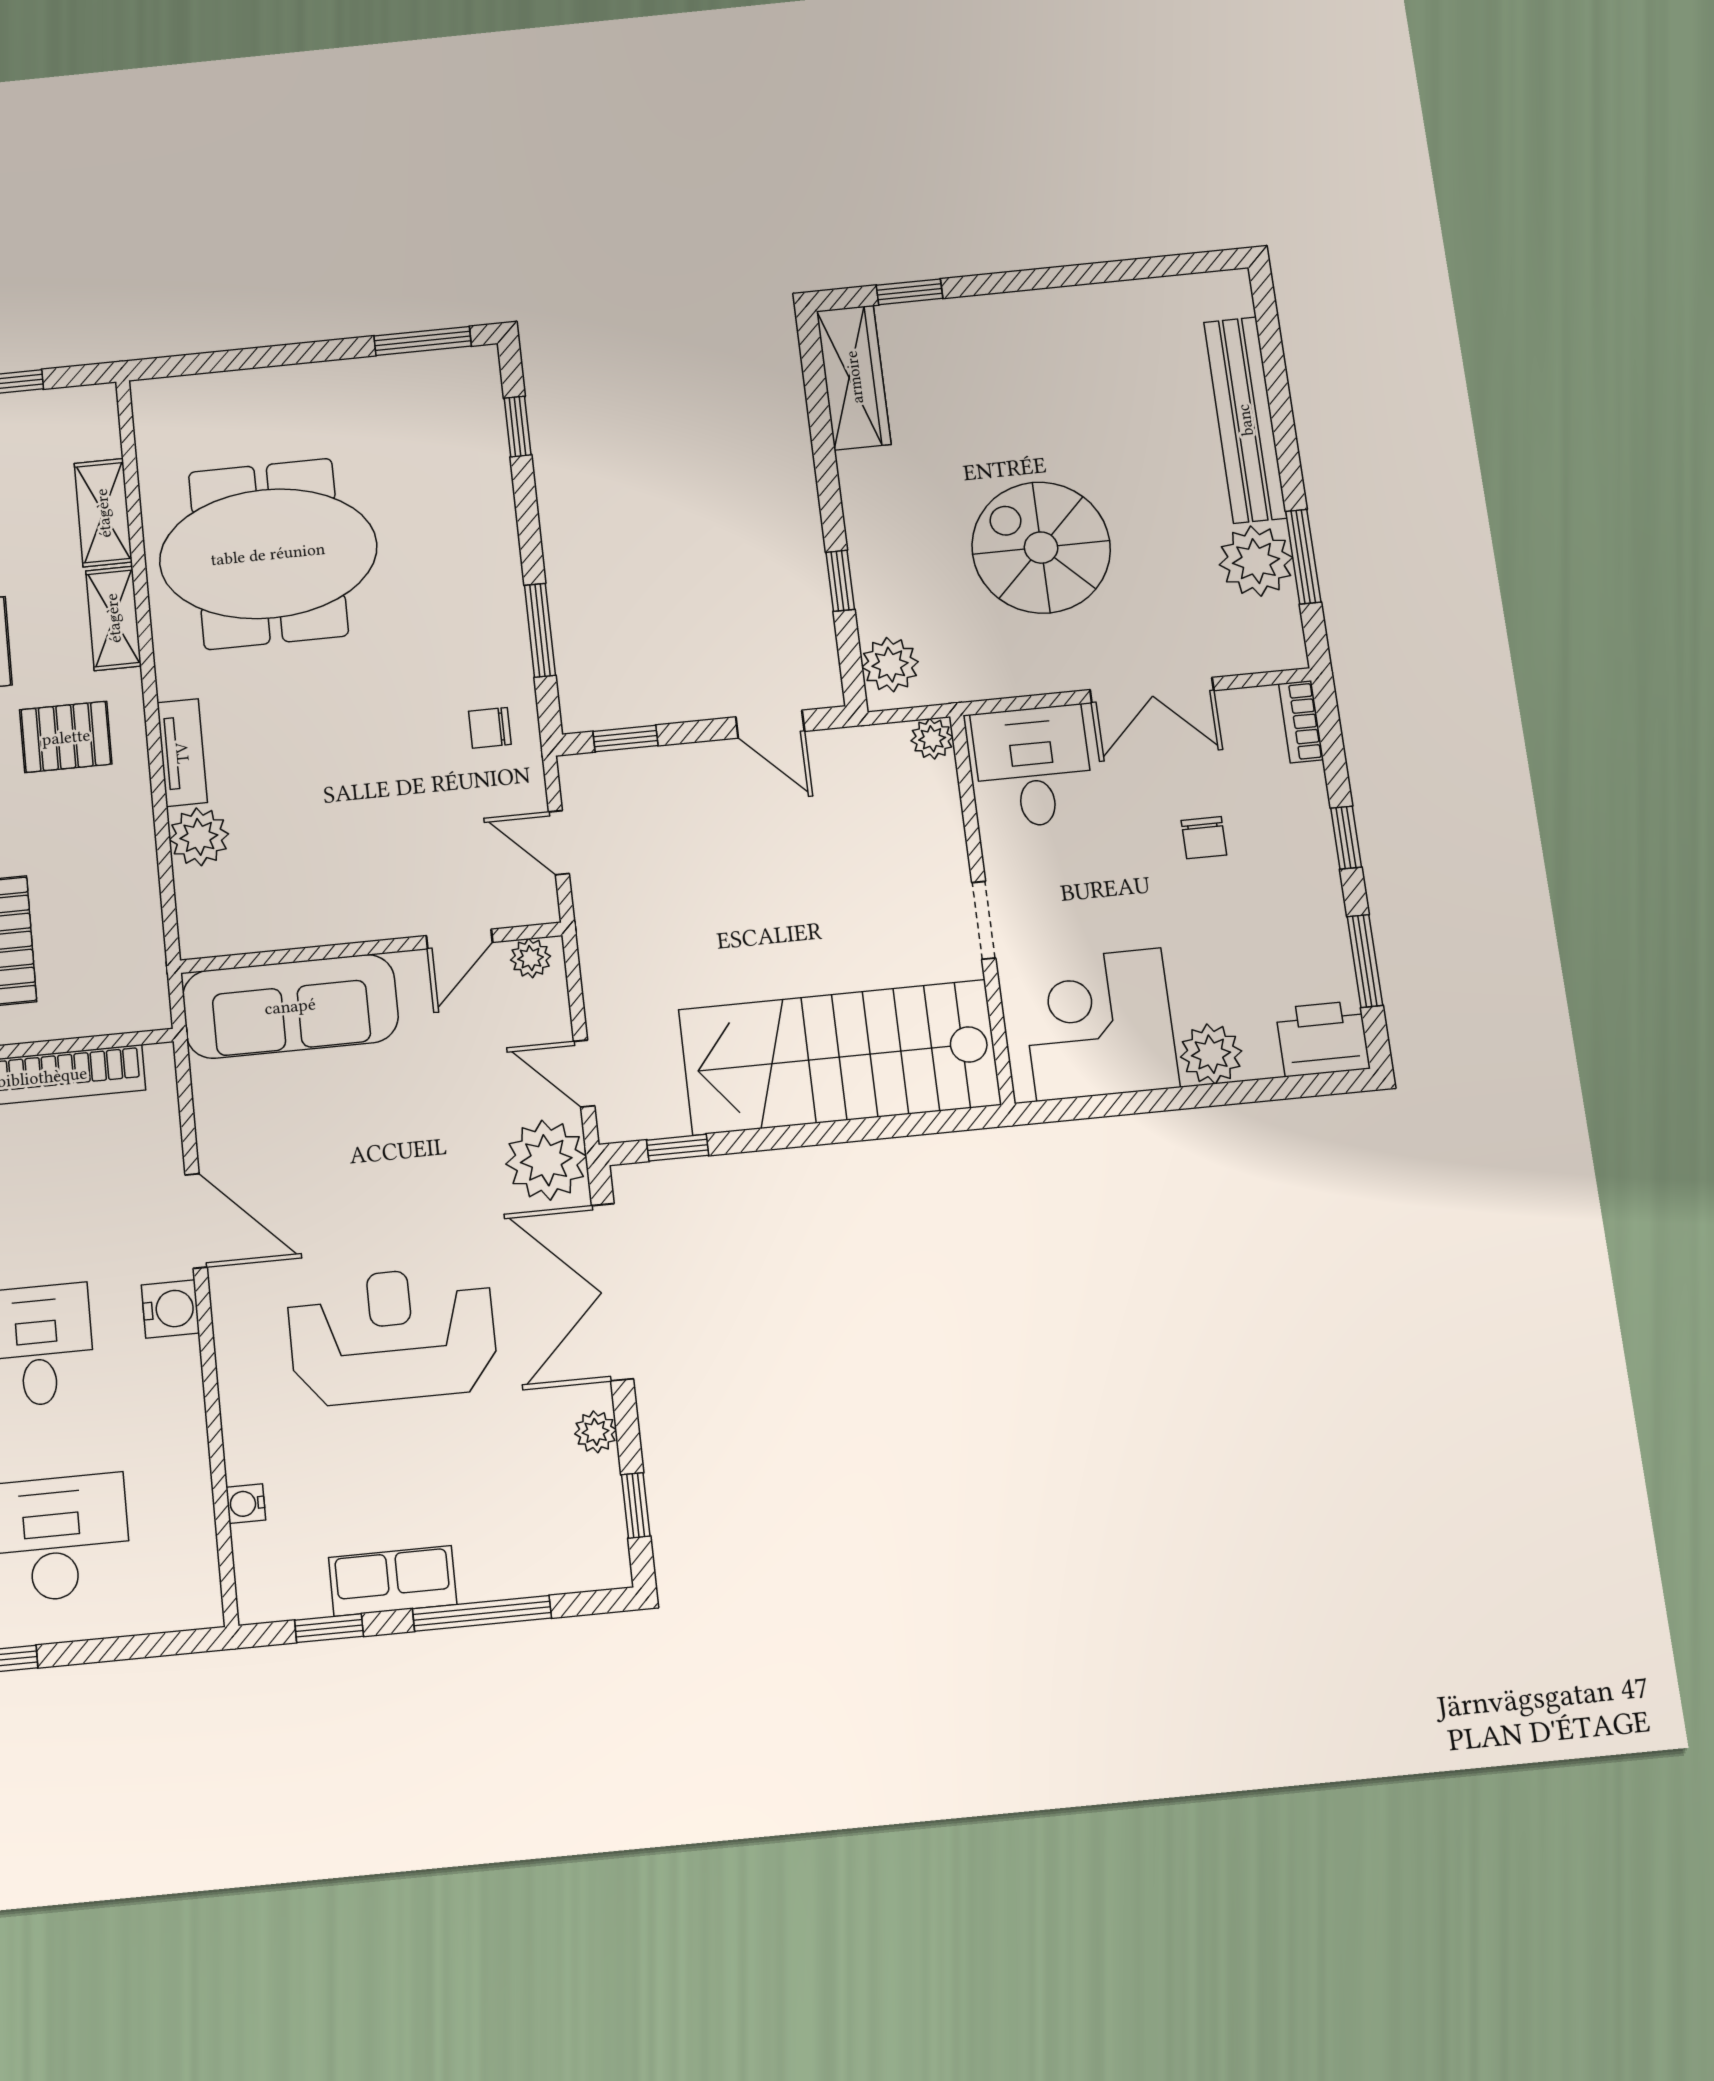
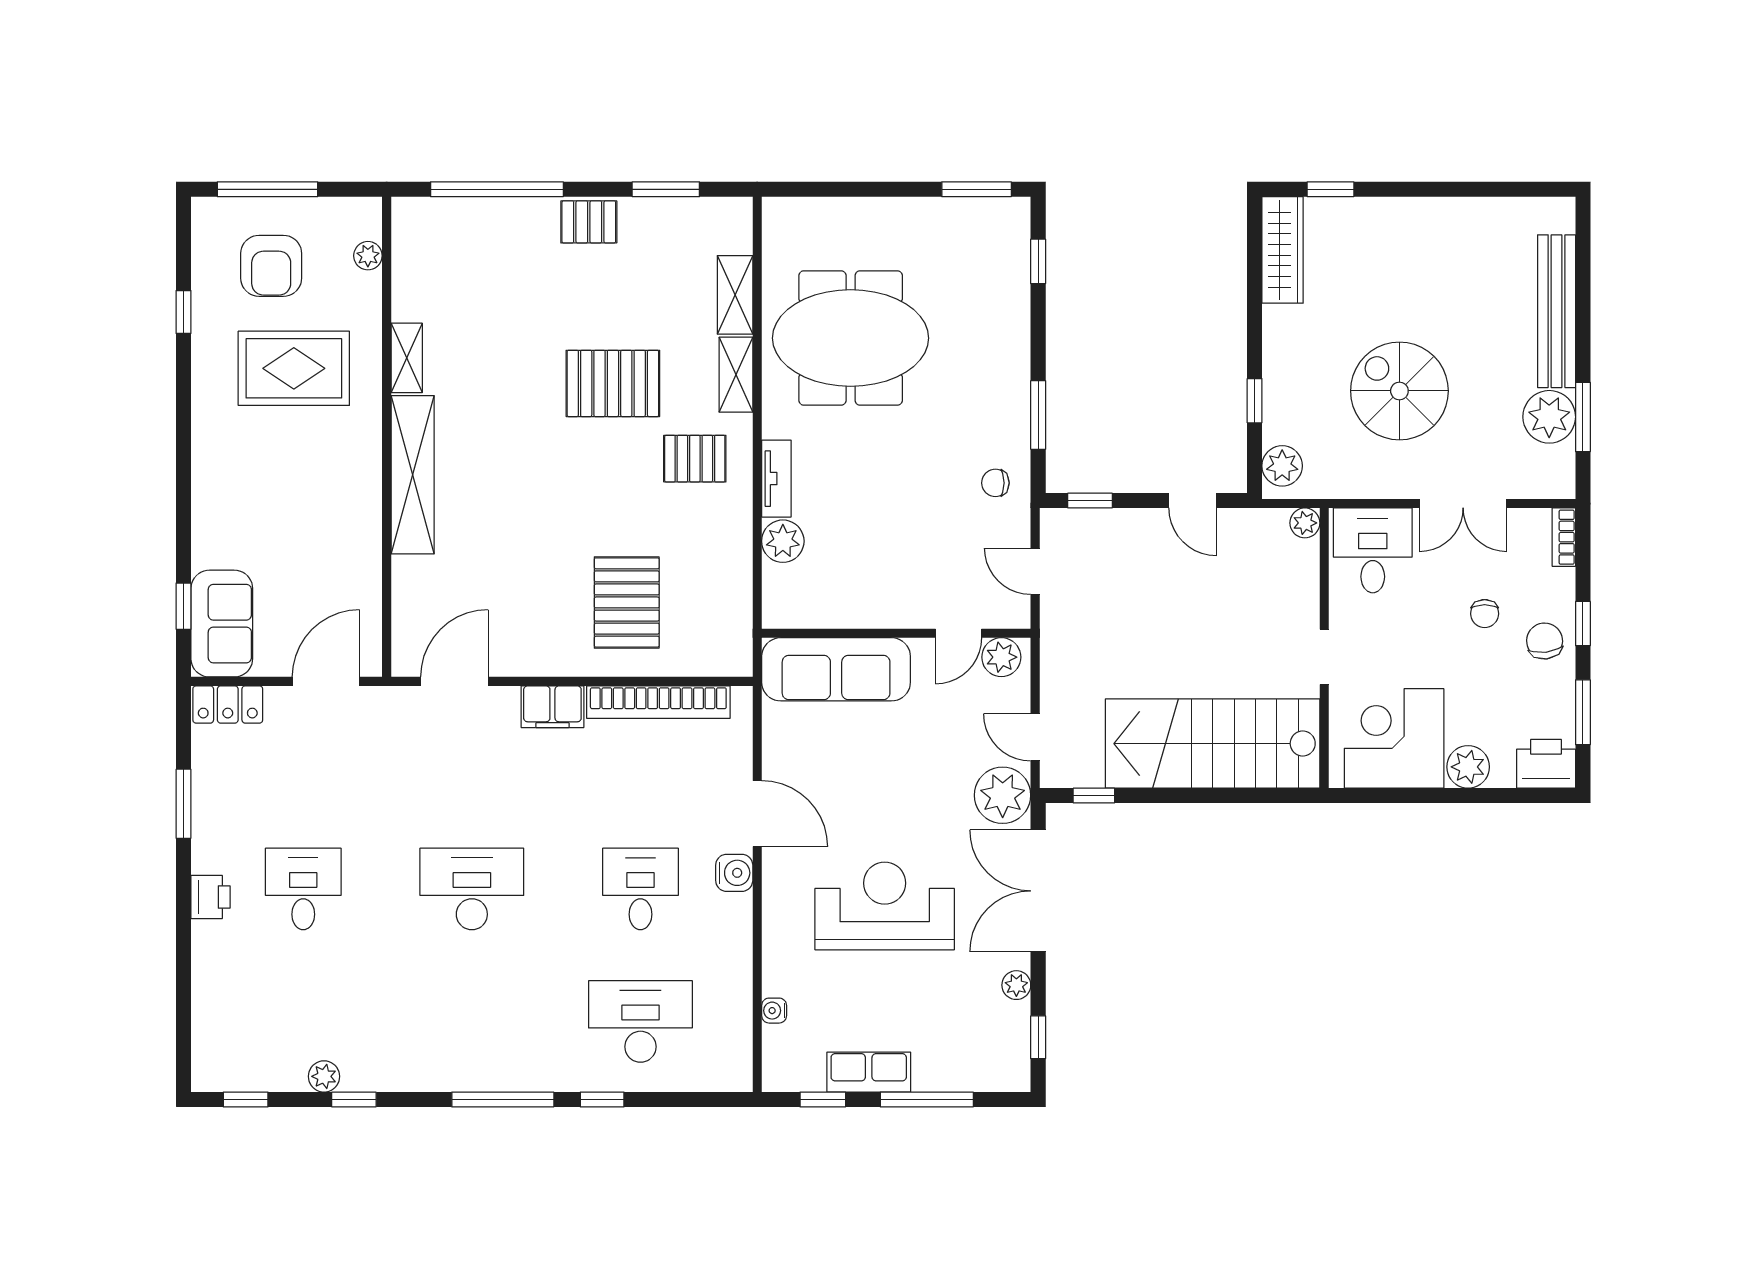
chair: (1295, 867) -> (1545, 641), added
plant: (531, 958) -> (1001, 657), width x1.38, depth x1.38

